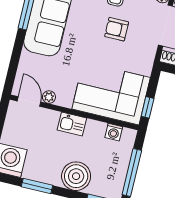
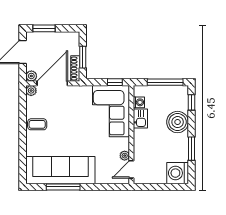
armchair: (117, 29) -> (63, 118), removed
kitchen sink: (72, 124) -> (140, 119), moved

